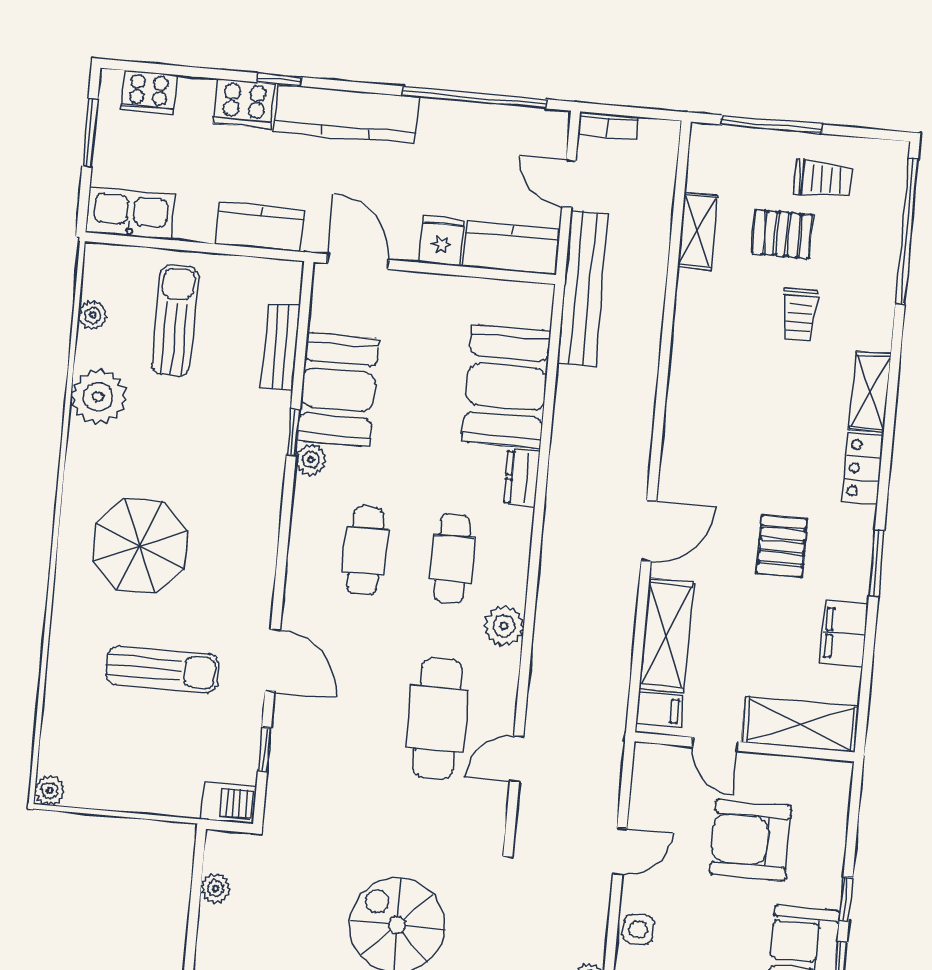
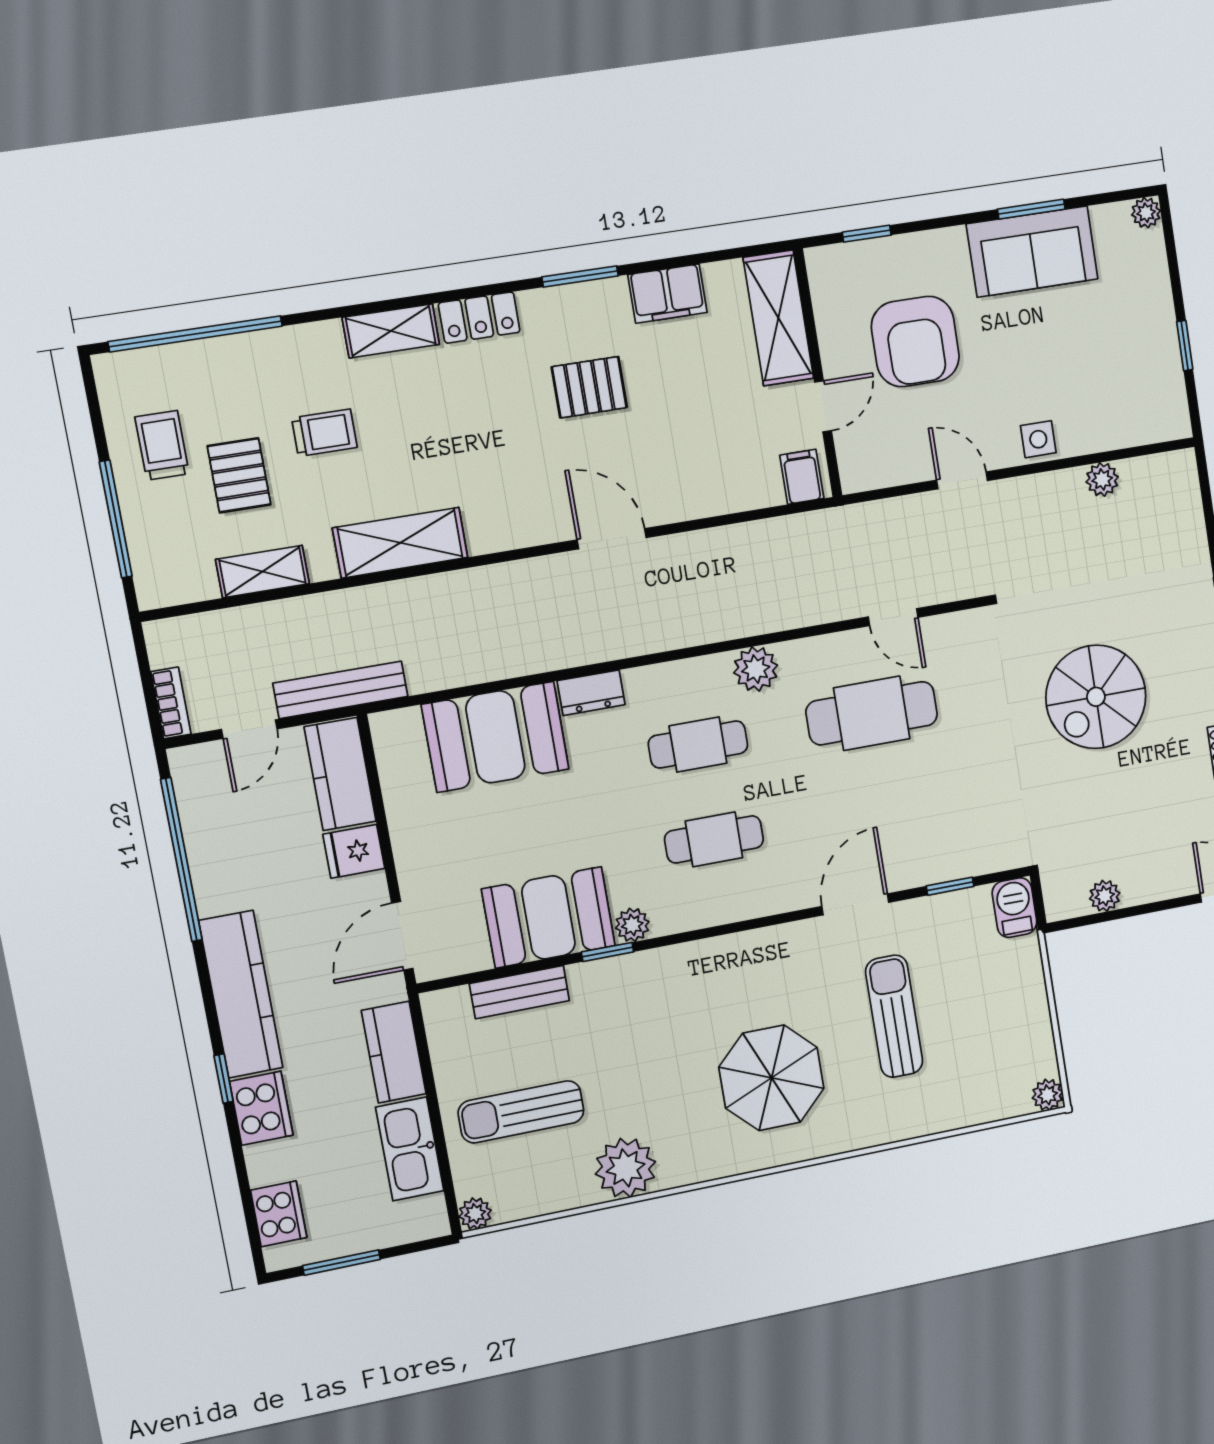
kitchen sink: (131, 213) -> (410, 1149), moved
bench: (583, 288) -> (341, 690), width x0.73, depth x0.82
plant: (93, 315) -> (475, 1214), moved
shelving: (666, 635) -> (400, 543), moved
window: (846, 899) -> (867, 234), moved

